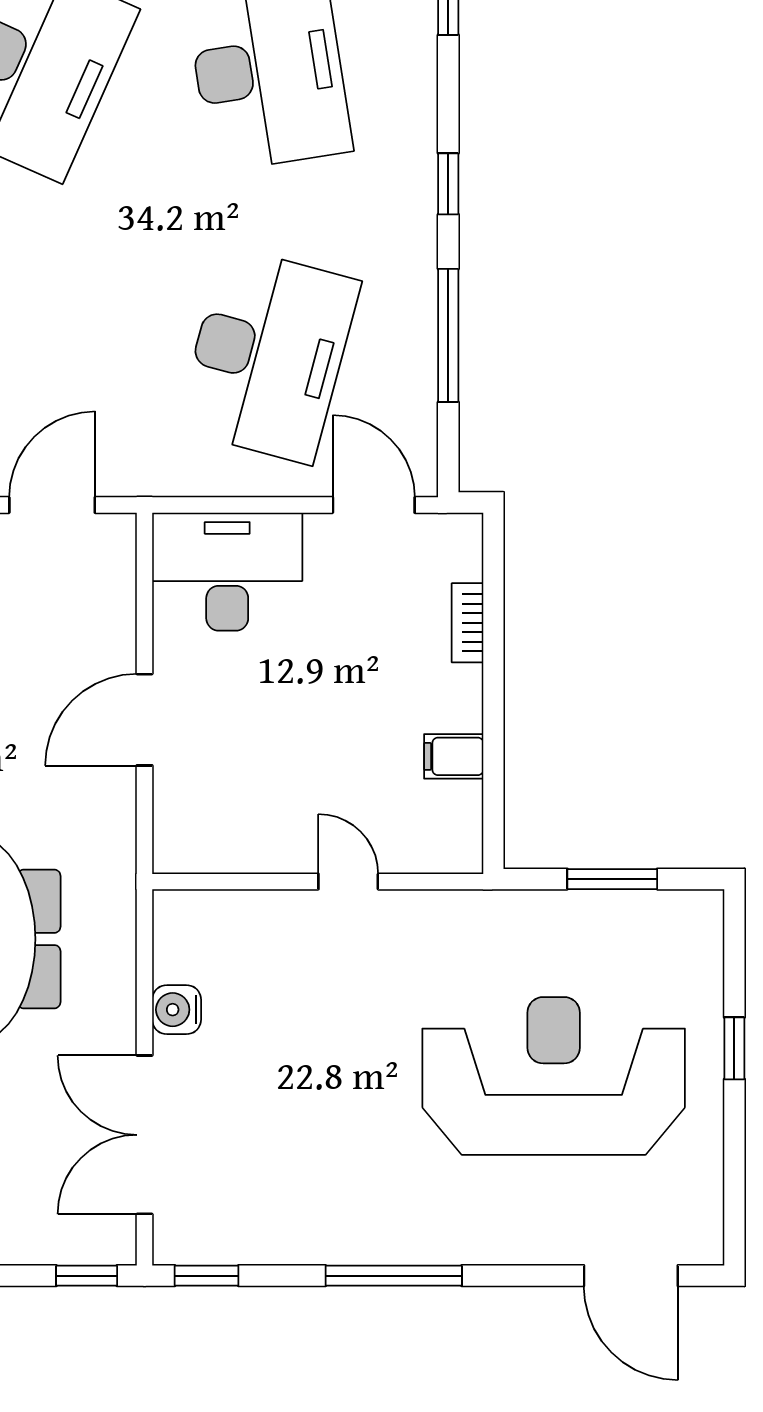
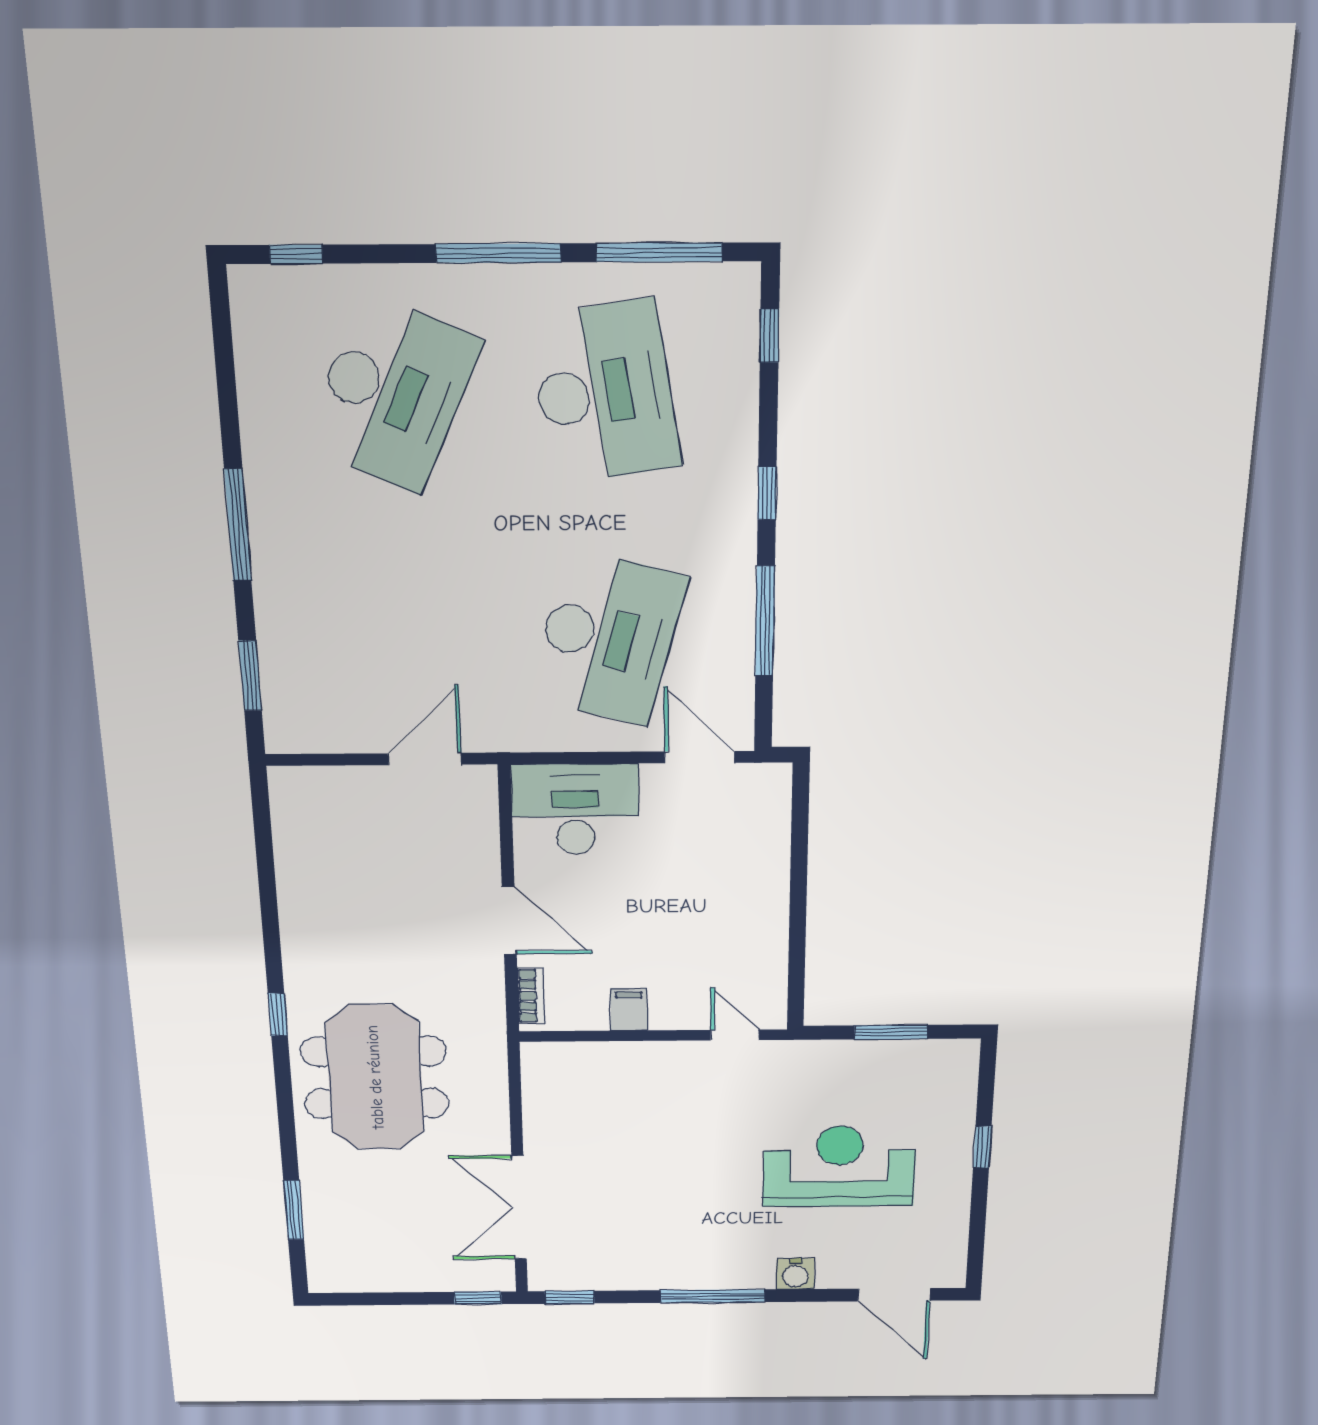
bookcase: (468, 623) -> (531, 996), moved, turned 180
door: (145, 720) -> (509, 921), swing flipped
filing cabinet: (454, 756) -> (629, 1010), moved, turned 90
door: (348, 882) -> (735, 1035), moved
water cooler: (177, 1010) -> (795, 1274), moved, turned -90
reception desk: (554, 1076) -> (839, 1166), width x0.74, depth x0.77

